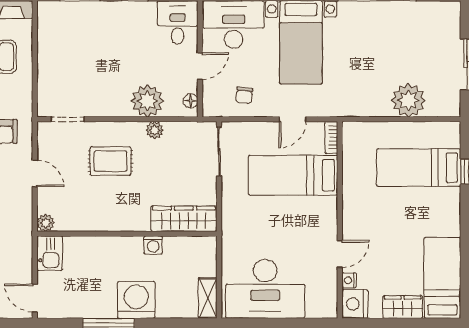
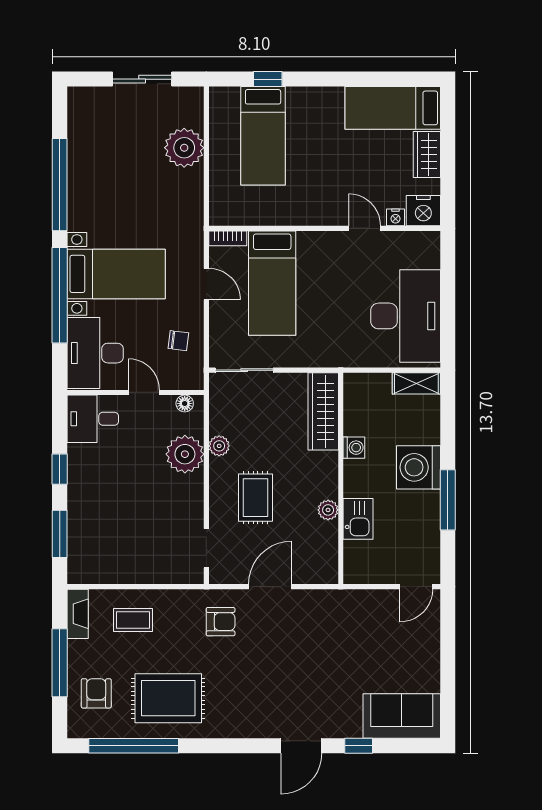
door: (35, 174) -> (270, 587), width x1.38
plant: (46, 223) -> (328, 510), moved
kitchen sink: (50, 253) -> (358, 519), moved, turned 90

